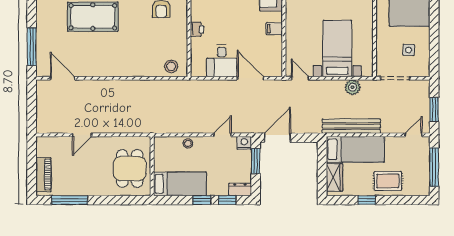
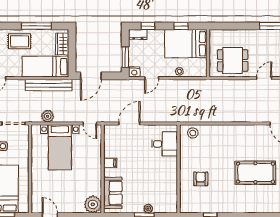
printer: (197, 29) -> (172, 163), removed
desk: (222, 61) -> (165, 144), moved, turned 90
door: (250, 78) -> (129, 123), swing flipped
door: (278, 138) -> (91, 76), moved
dining table: (130, 169) -> (233, 61), moved, turned 90
bed: (180, 184) -> (186, 44), width x1.50
window: (202, 200) -> (181, 26), moved
window: (367, 200) -> (36, 26), width x2.17

